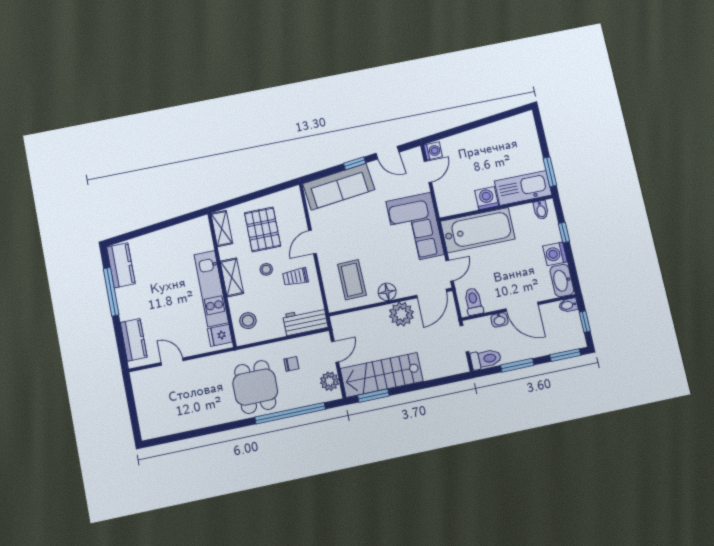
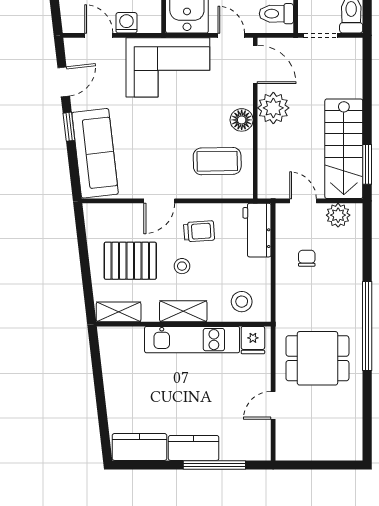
washing machine: (433, 151) -> (126, 23), moved
door: (313, 242) -> (159, 201), hinge flipped
trolley: (295, 277) -> (199, 231), turned -94
window: (111, 292) -> (214, 465), moved
kitchen counter: (134, 340) -> (194, 448), moved
dining table: (255, 387) -> (317, 358), moved
window: (290, 413) -> (367, 326), moved

